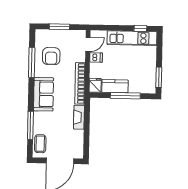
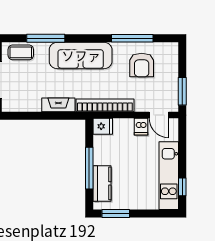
window: (59, 27) -> (182, 91), moved
armchair: (51, 56) -> (142, 65), turned -90
kitchen counter: (115, 86) -> (102, 183), moved
sofa: (44, 94) -> (81, 55), width x1.36

